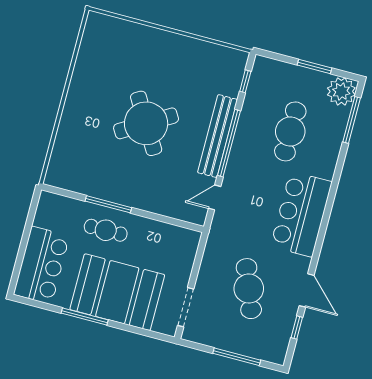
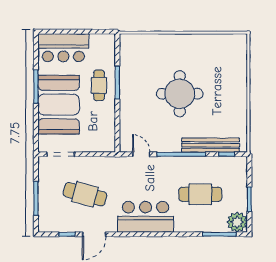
round table: (146, 123) -> (180, 94), turned 31
bench: (217, 136) -> (211, 145), moved
cafe table: (249, 289) -> (85, 194), turned 36

